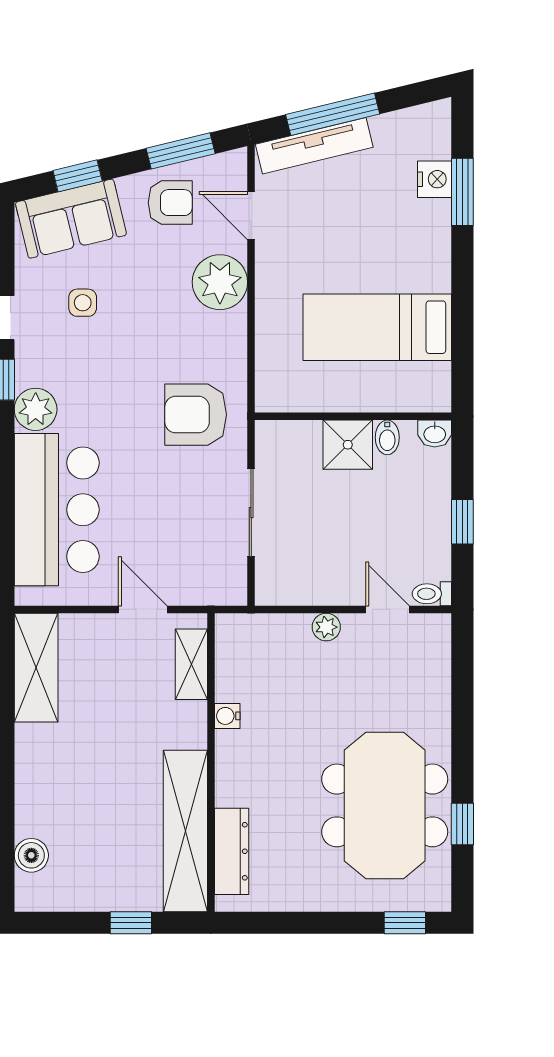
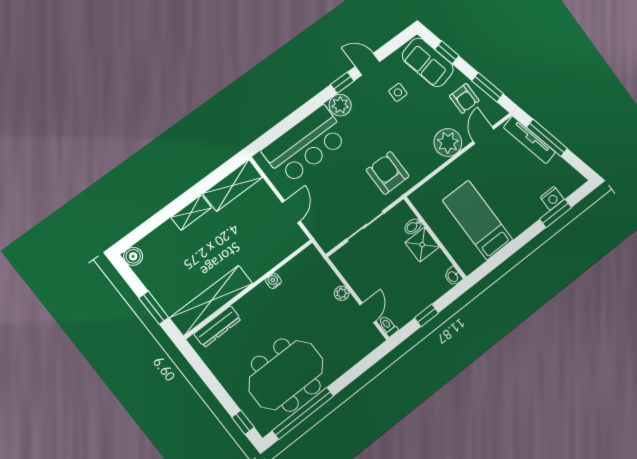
bidet: (387, 437) -> (413, 226), moved
shelving: (191, 664) -> (191, 212), moved
window: (462, 824) -> (303, 413), width x3.17
boiler: (31, 855) -> (133, 256), moved
window: (131, 923) -> (154, 308), width x1.50

